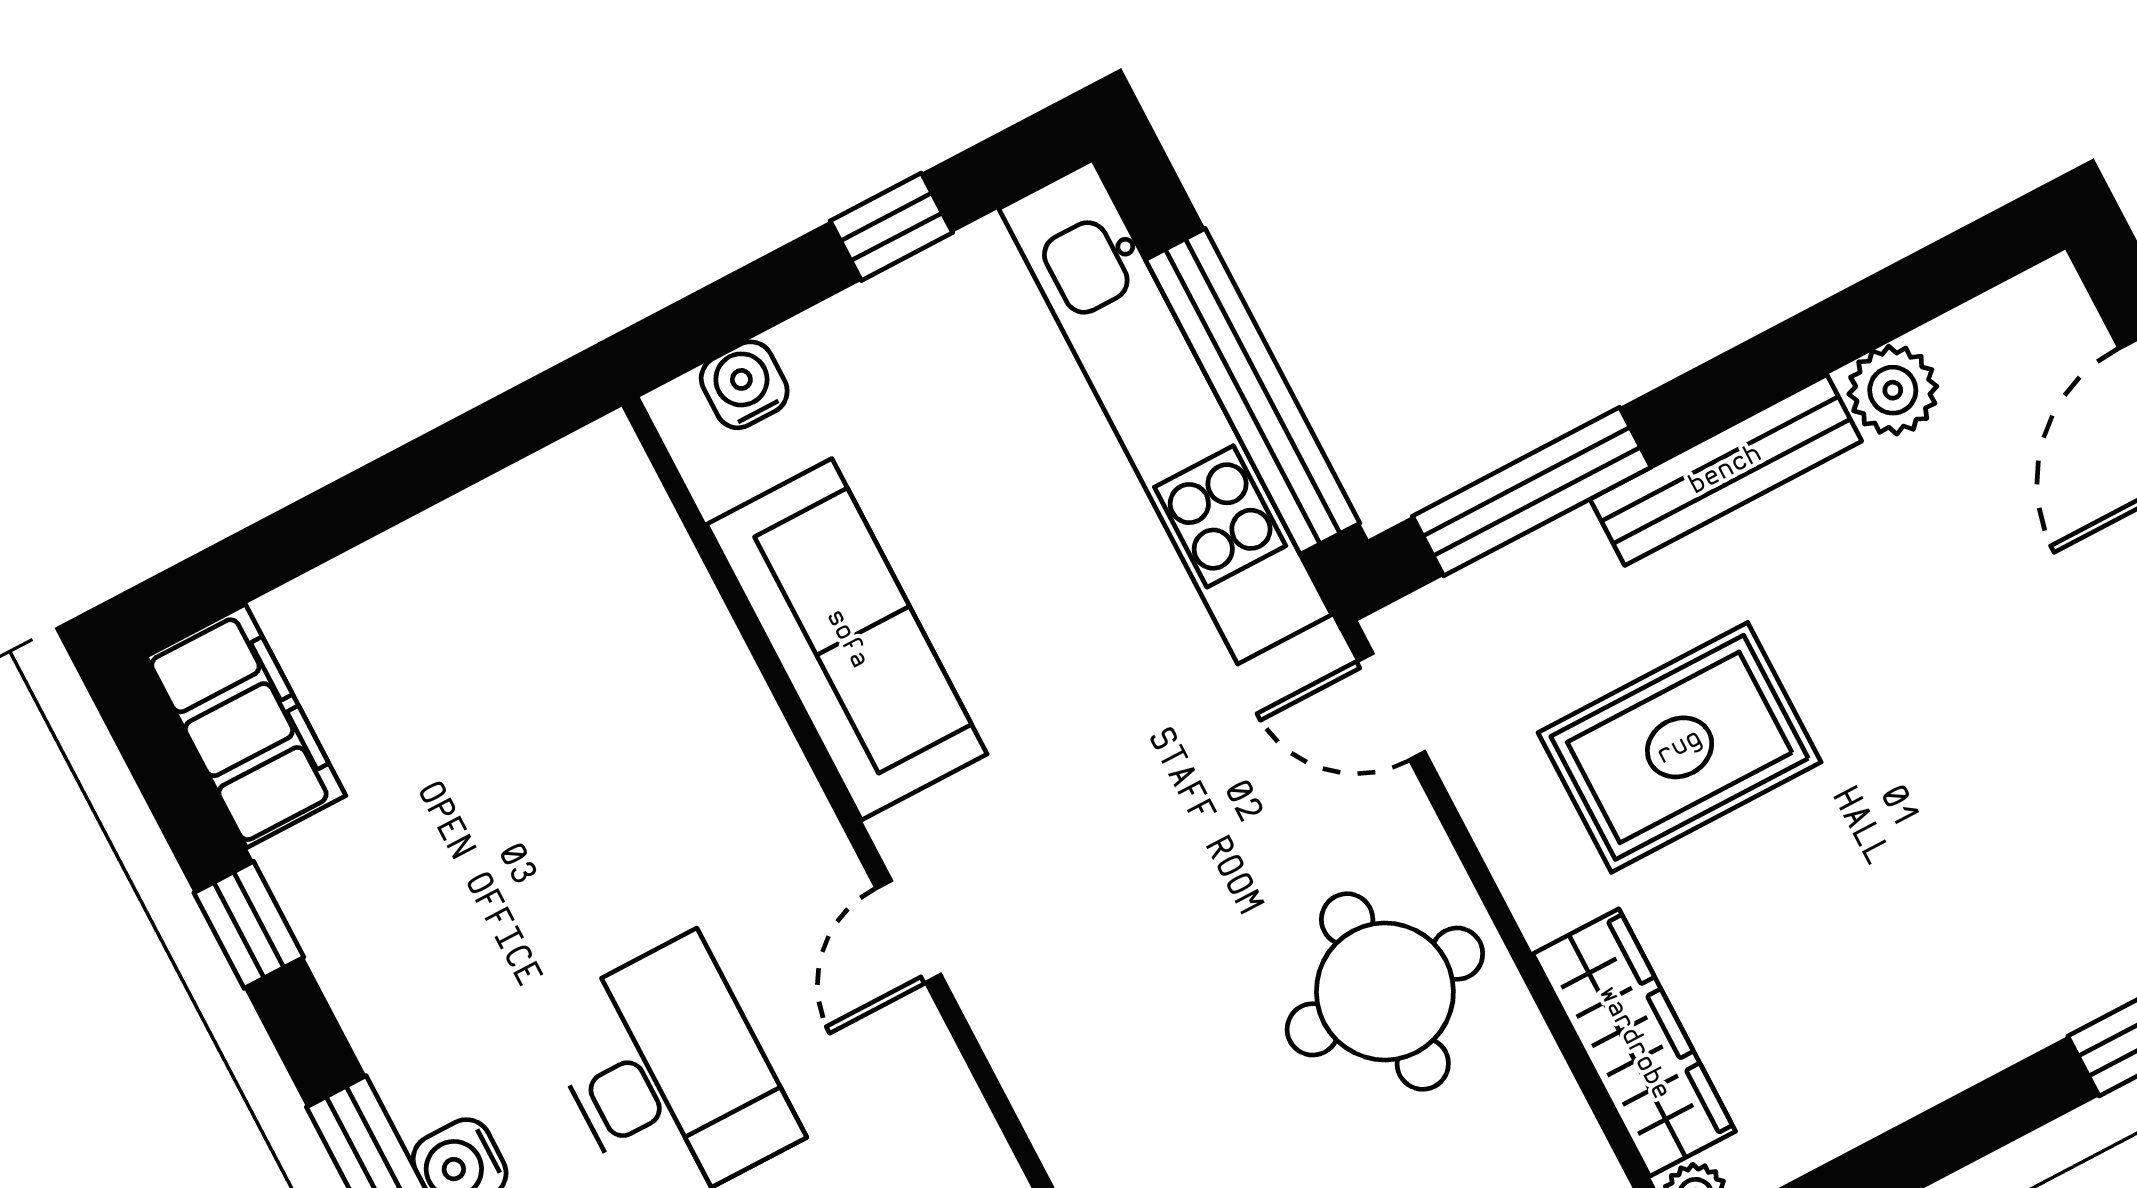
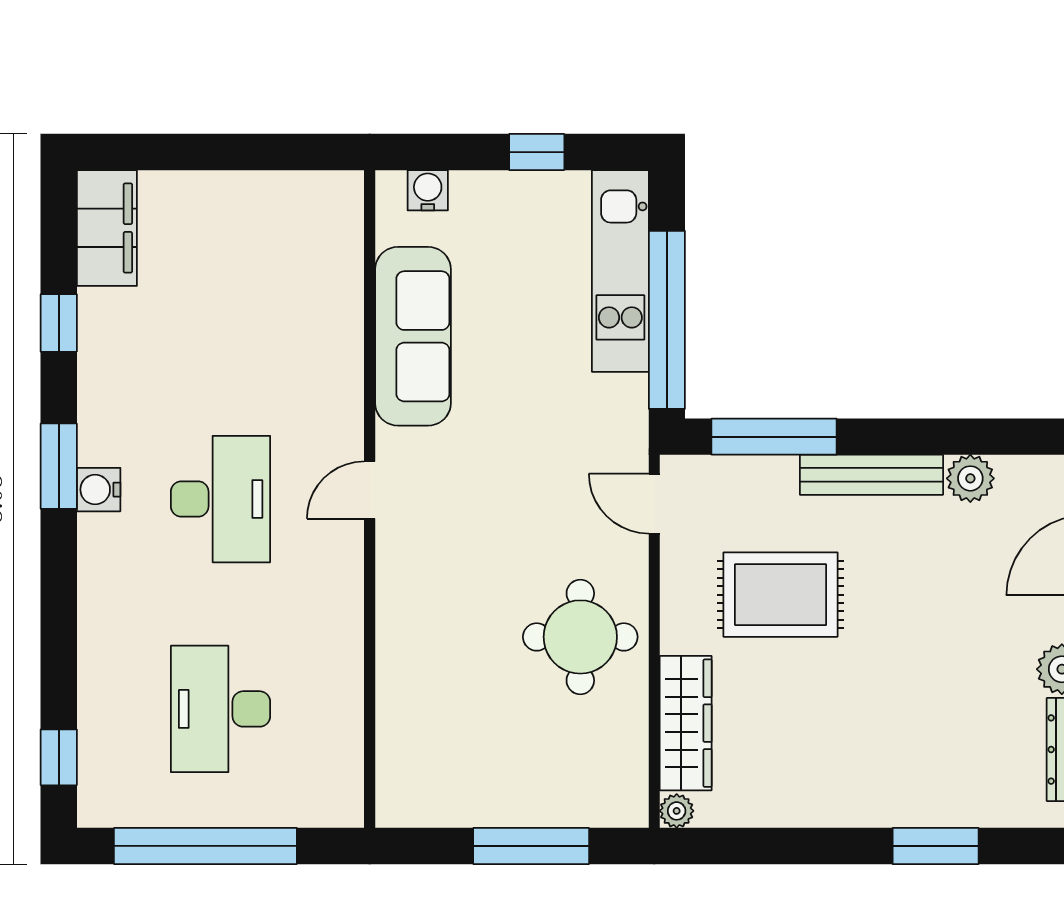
kitchen unit: (1165, 412) -> (620, 271), width x0.73

